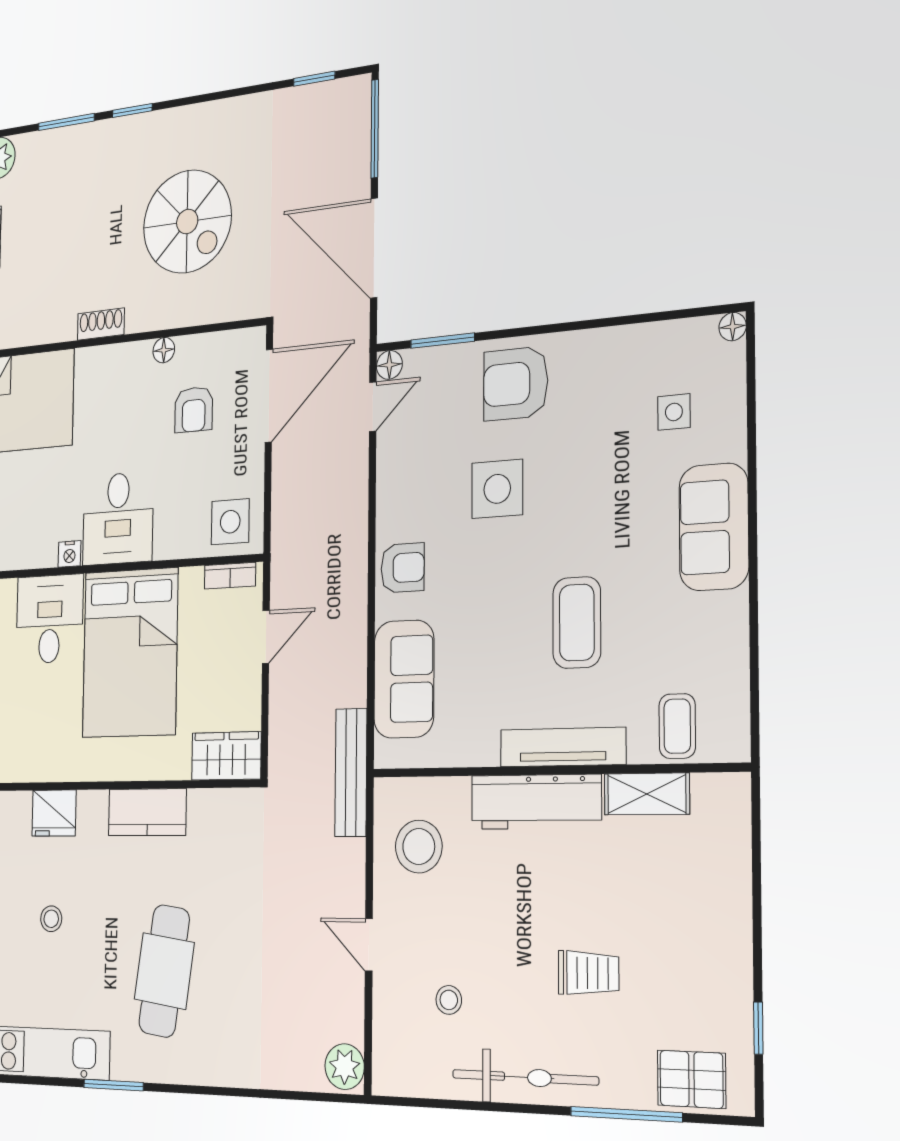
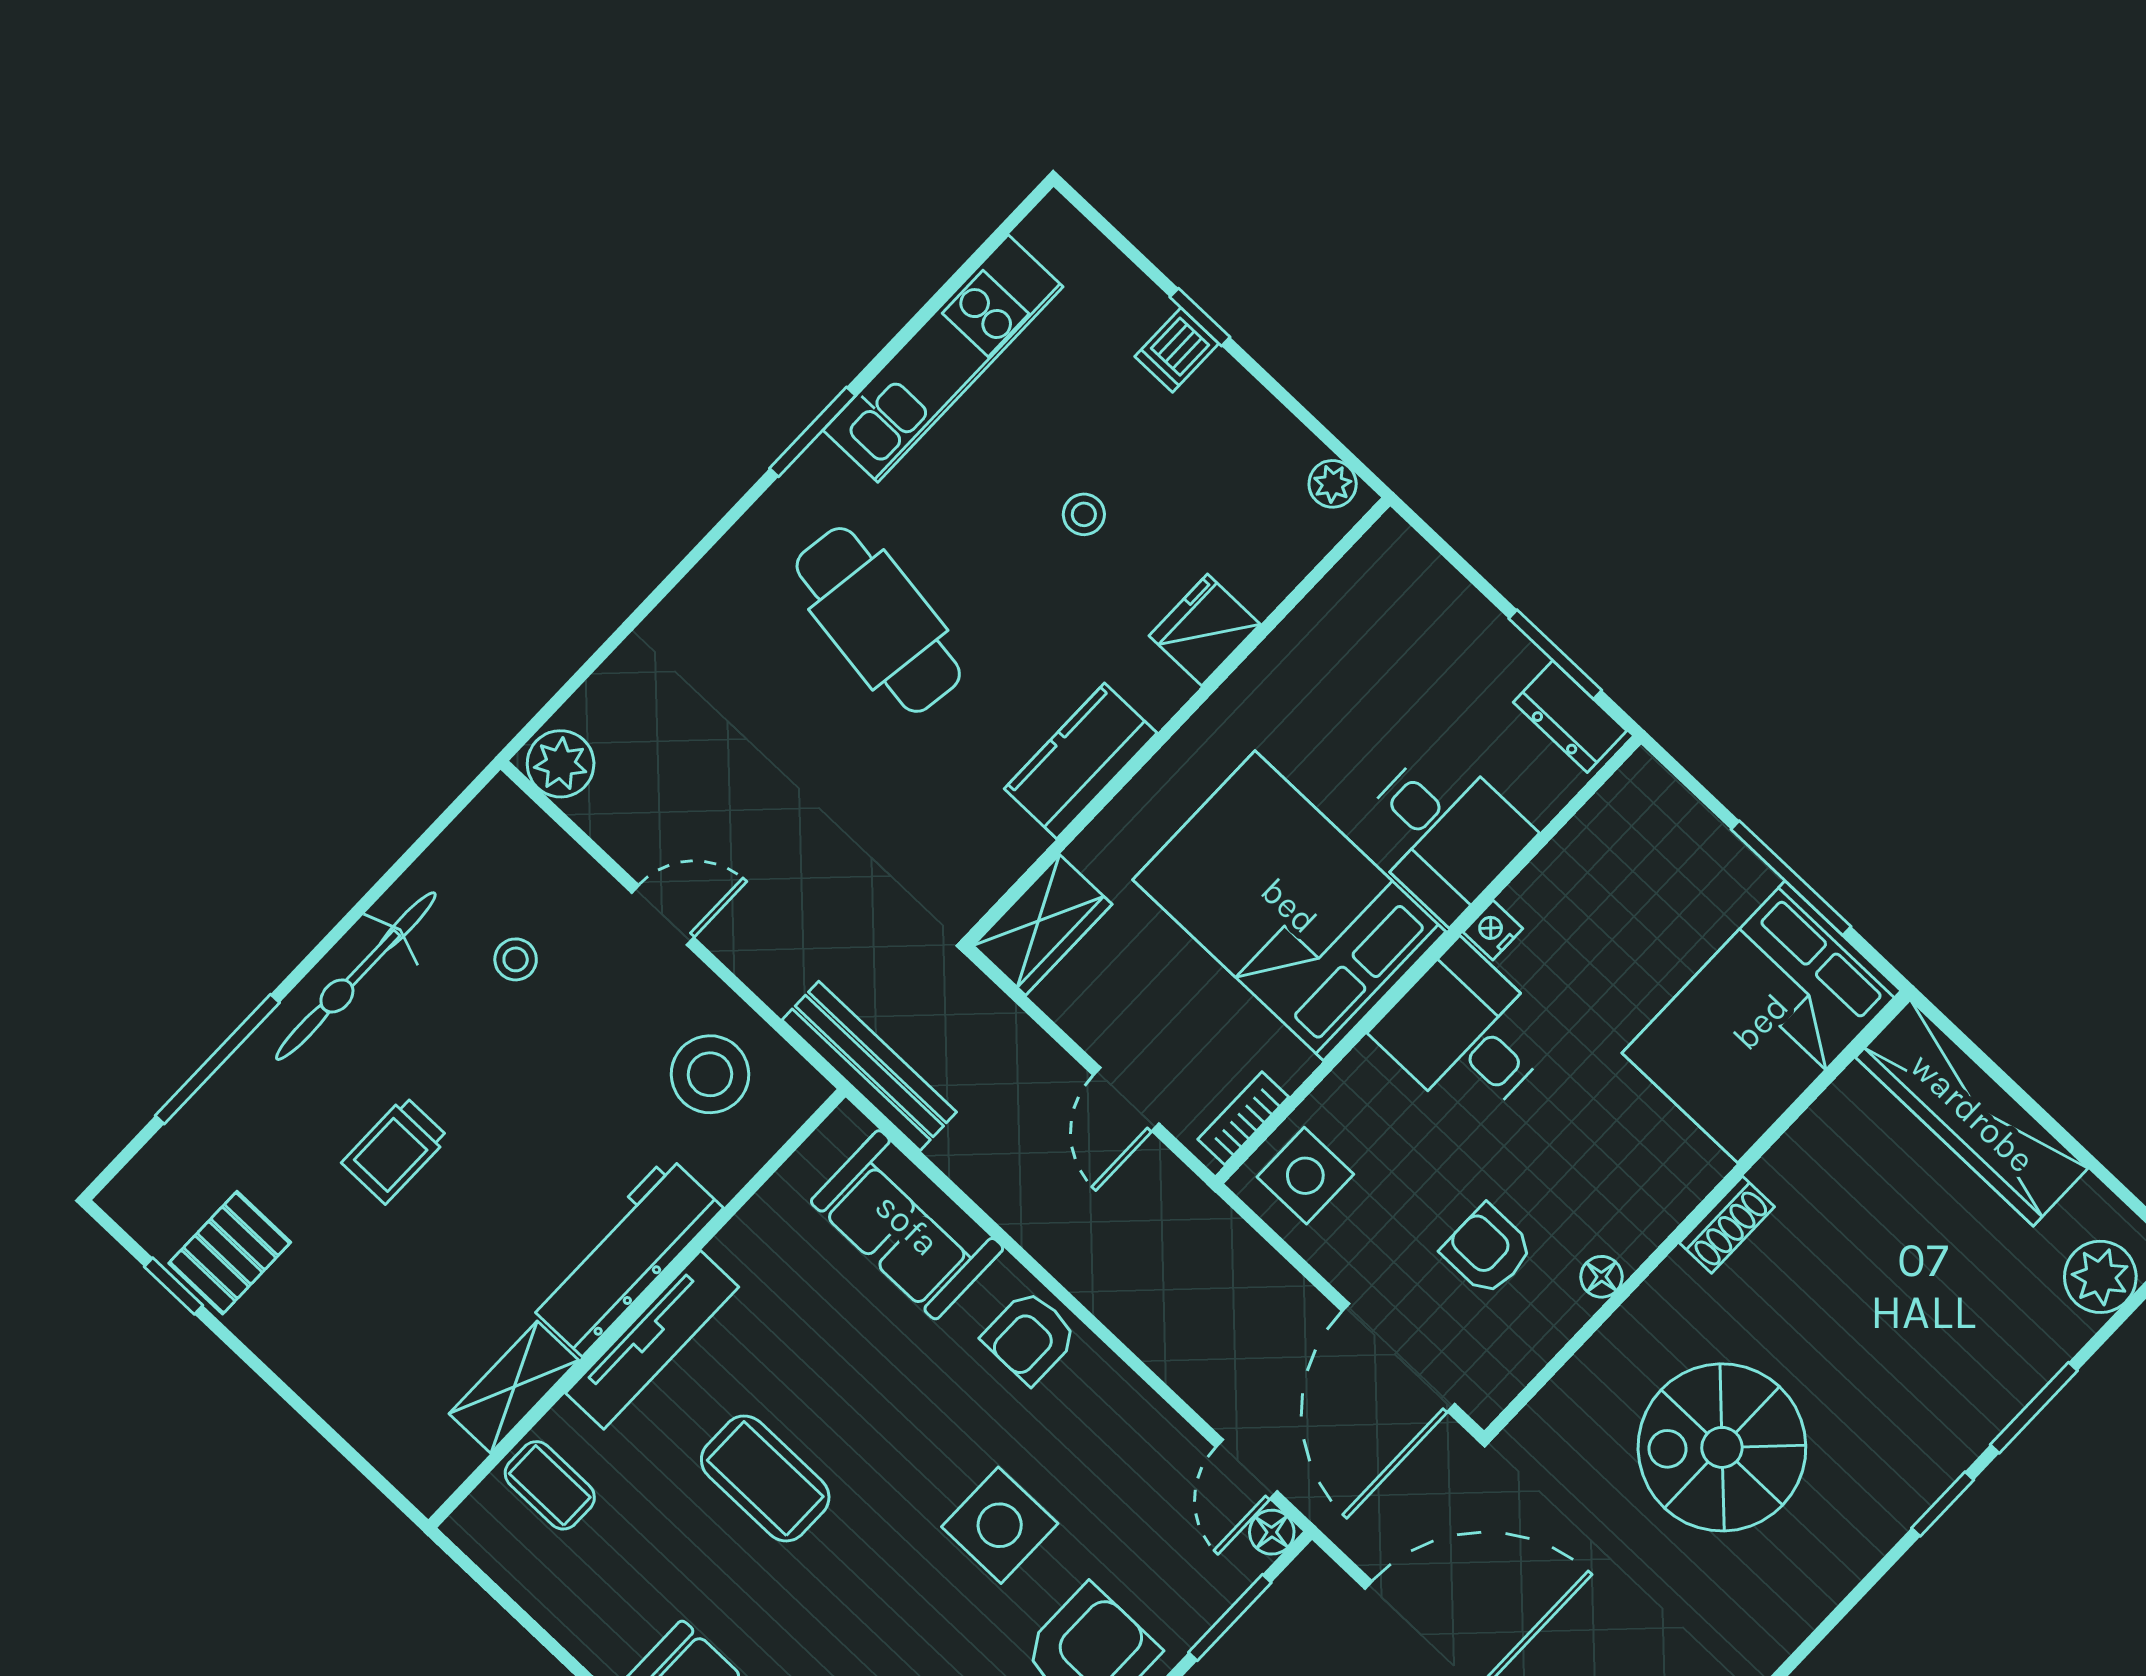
pallet: (692, 1079) -> (230, 1253), moved

